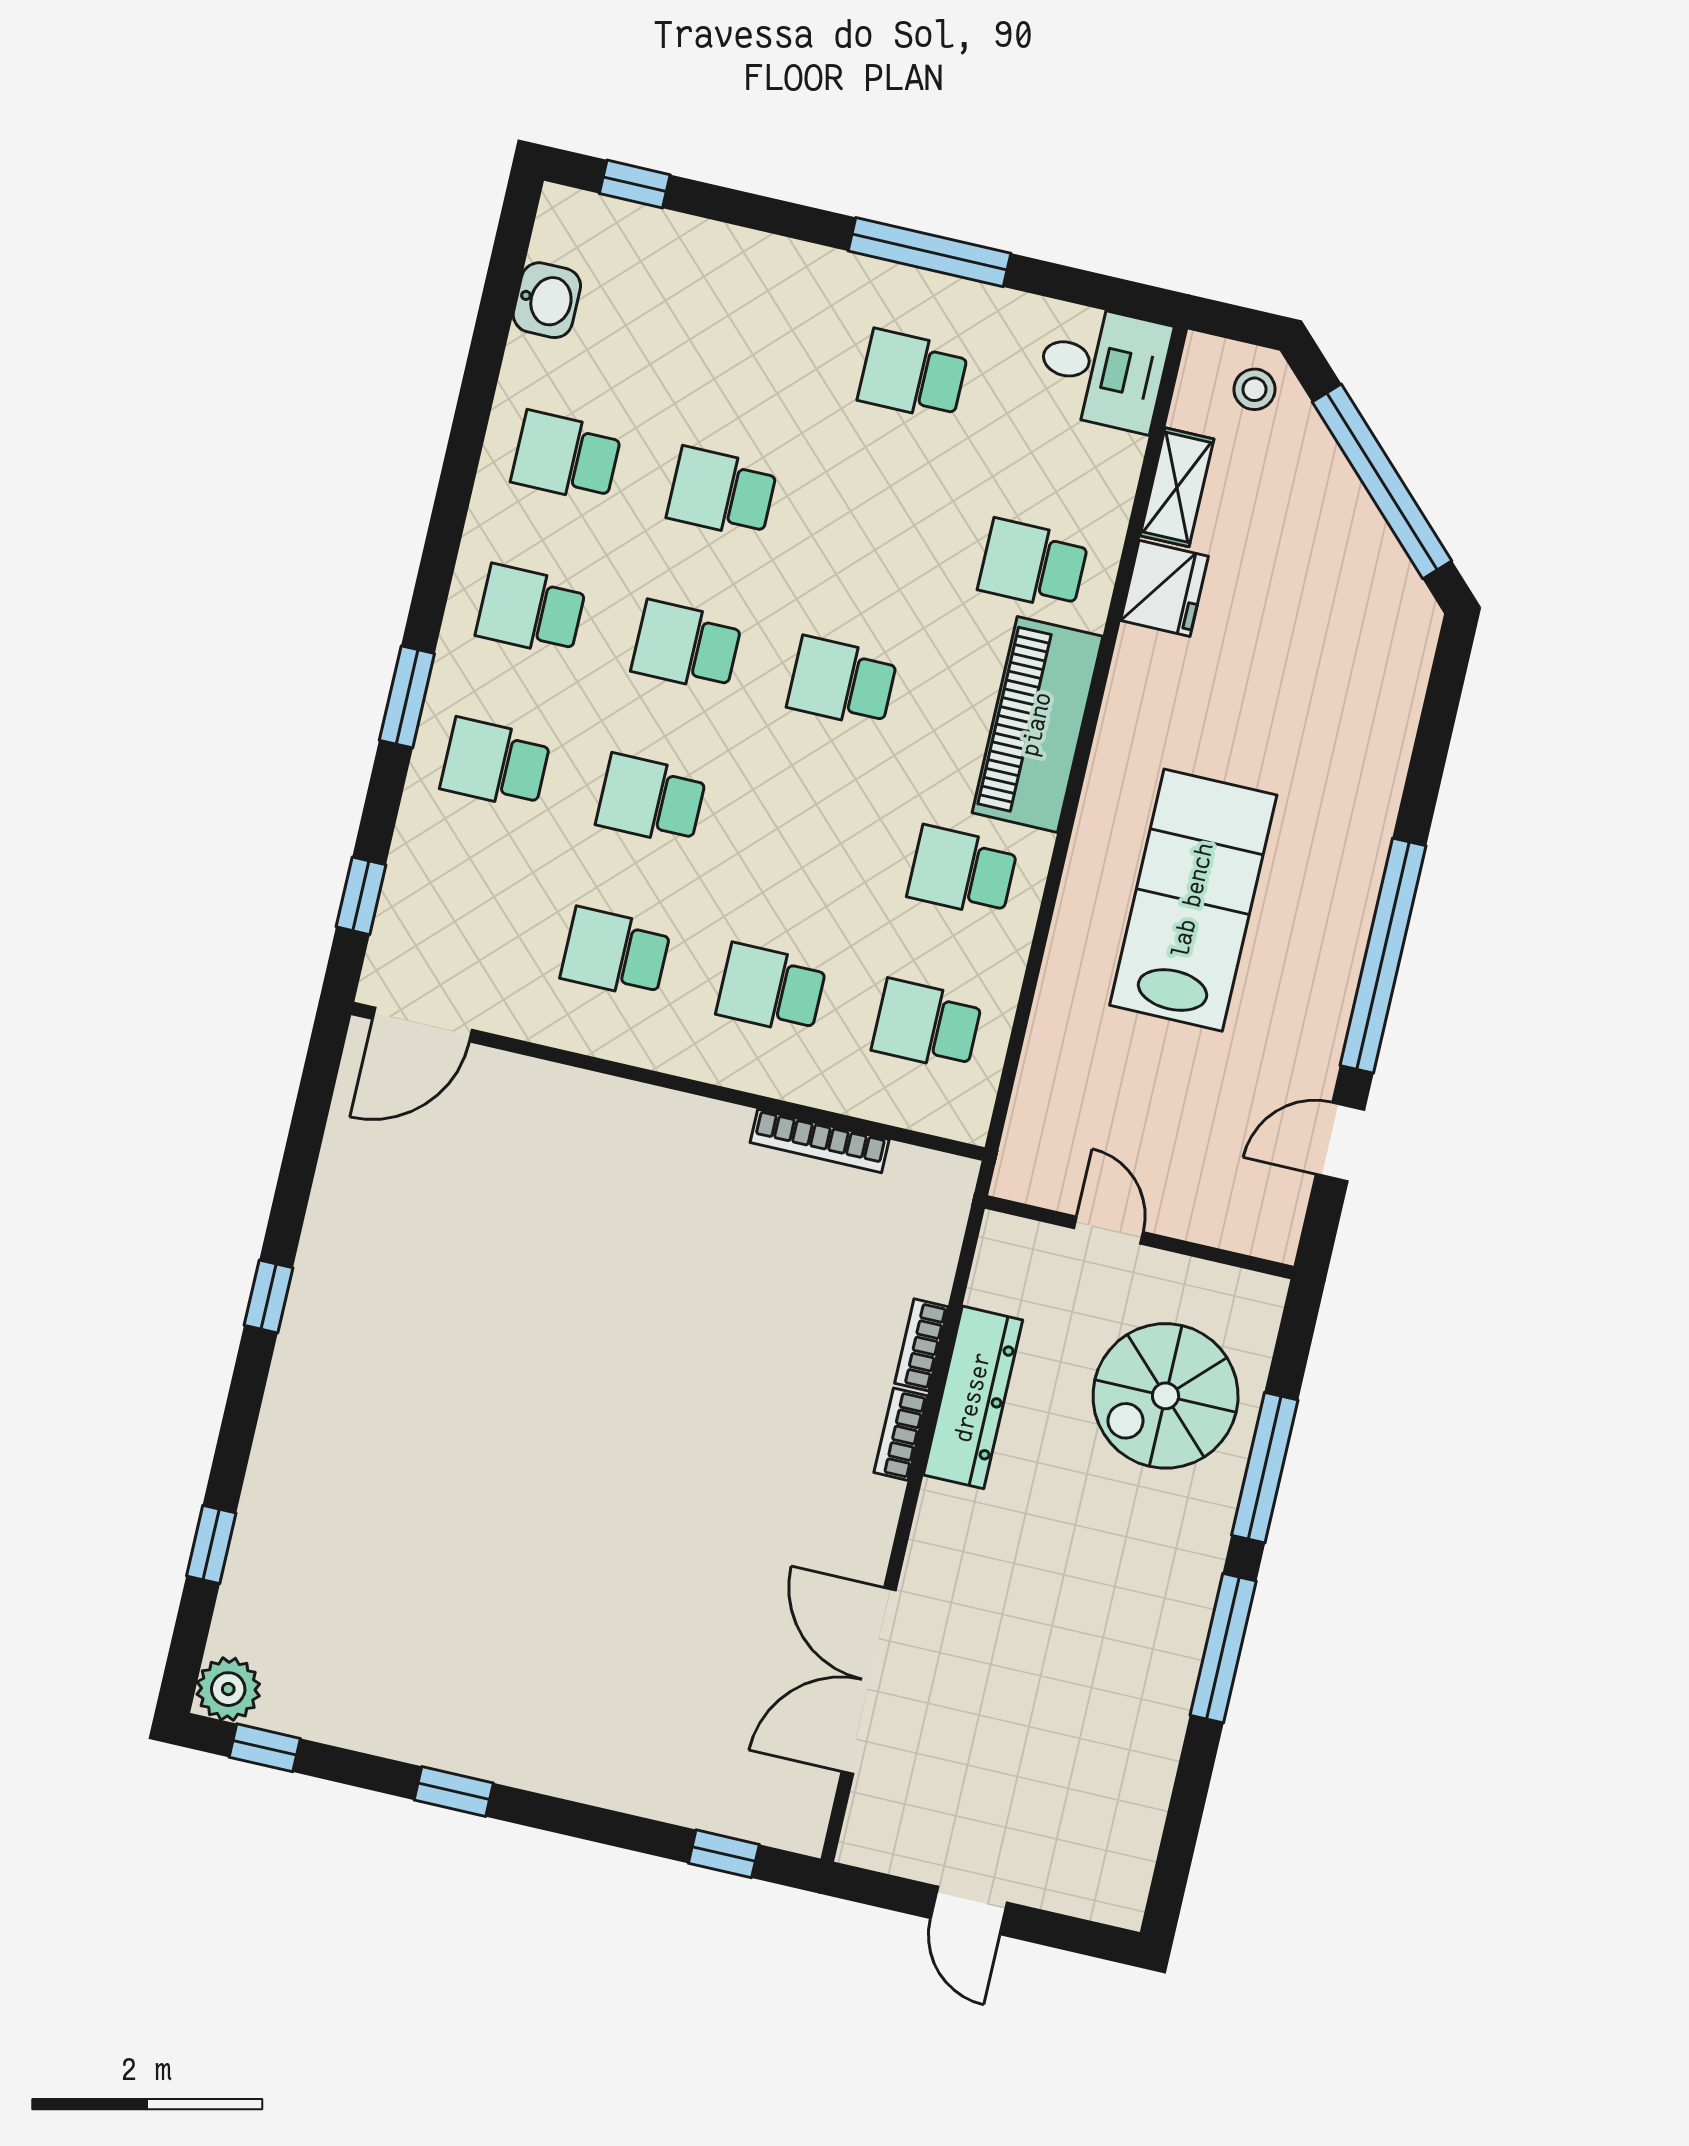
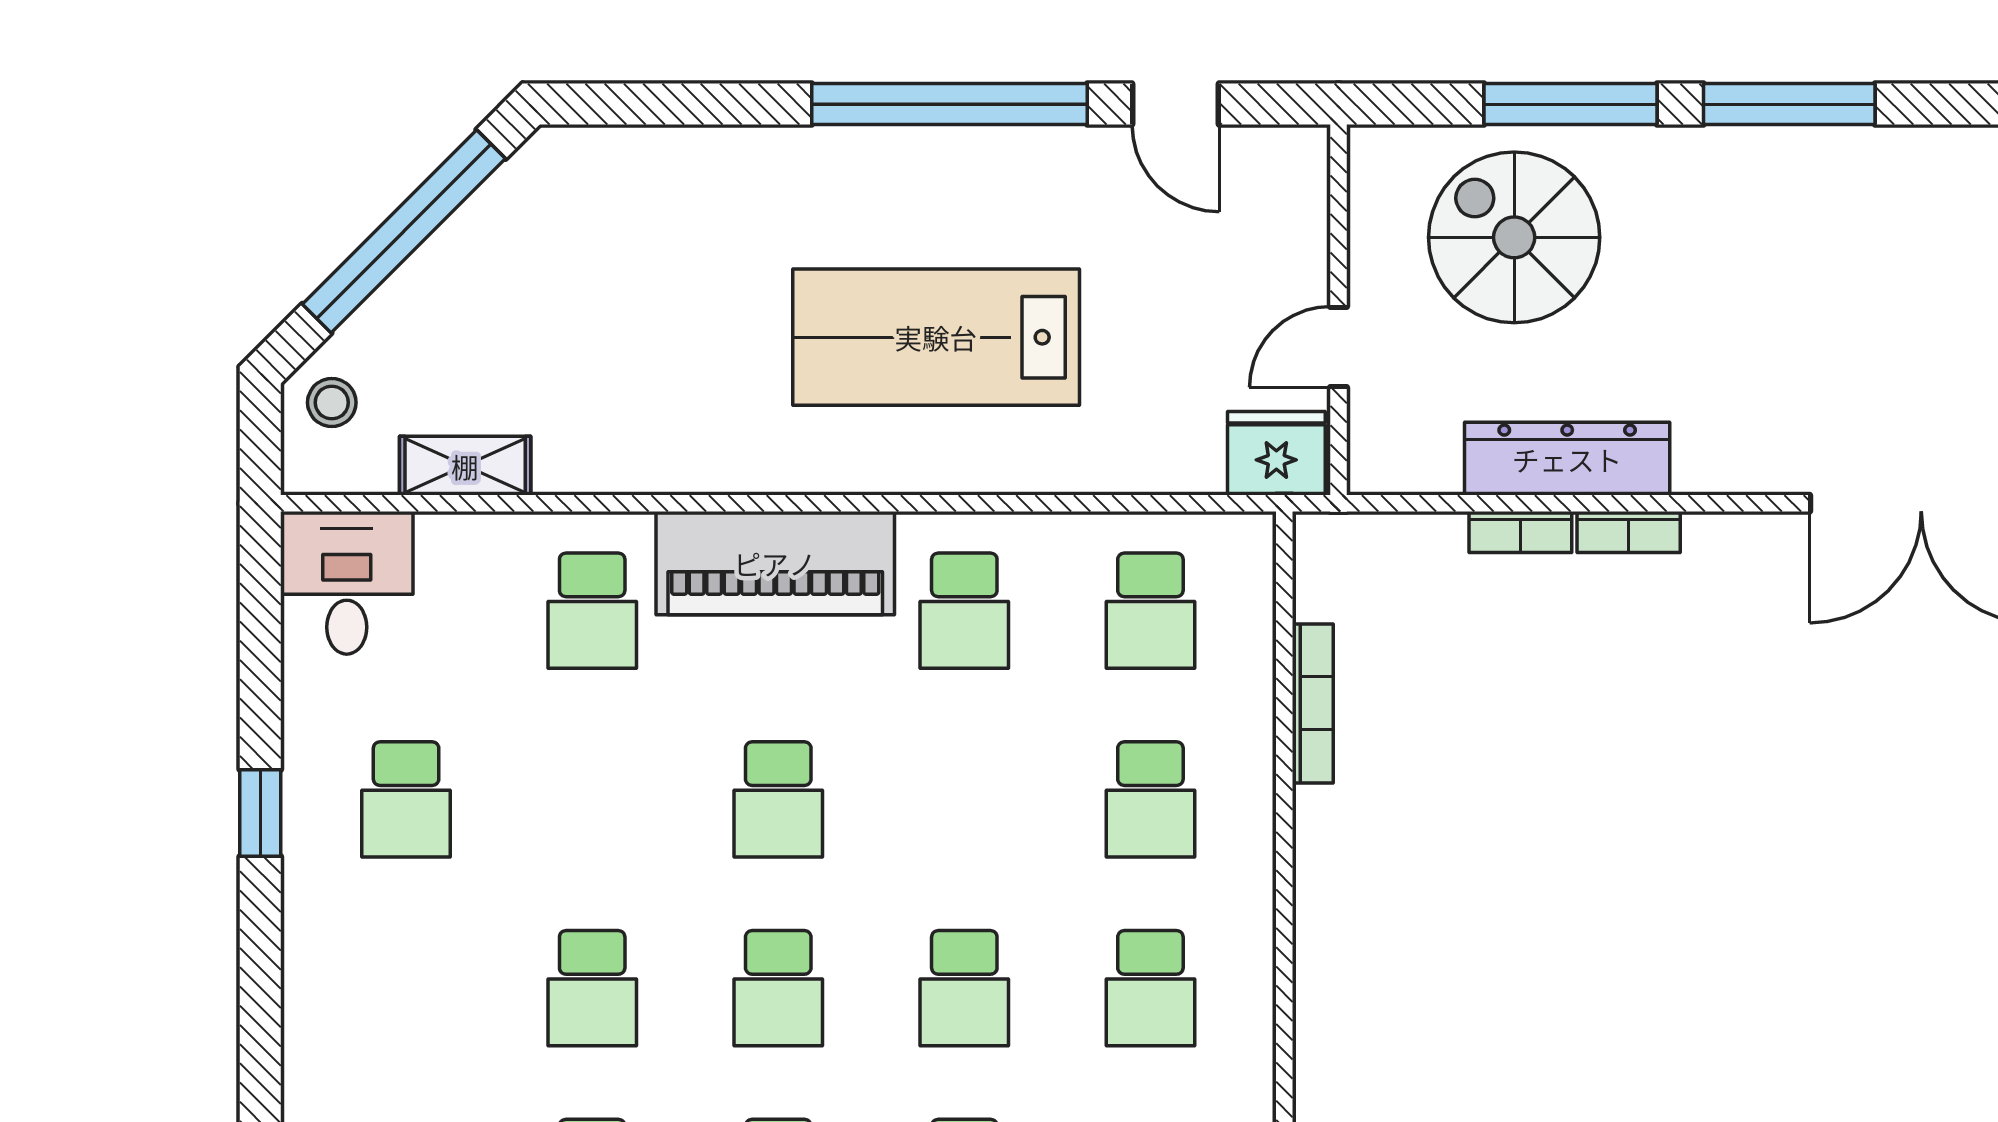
window: (930, 252) -> (260, 813), width x0.46
fridge: (1164, 588) -> (1276, 453), moved
spiral stairs: (1166, 1396) -> (1514, 237), turned 180

